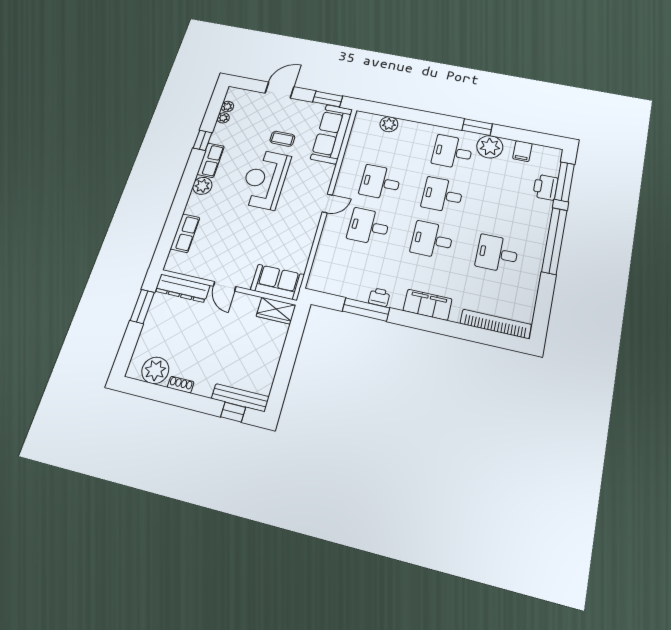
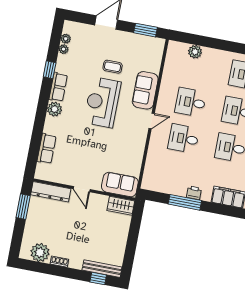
sofa: (332, 134) -> (145, 90), moved, width x0.73

